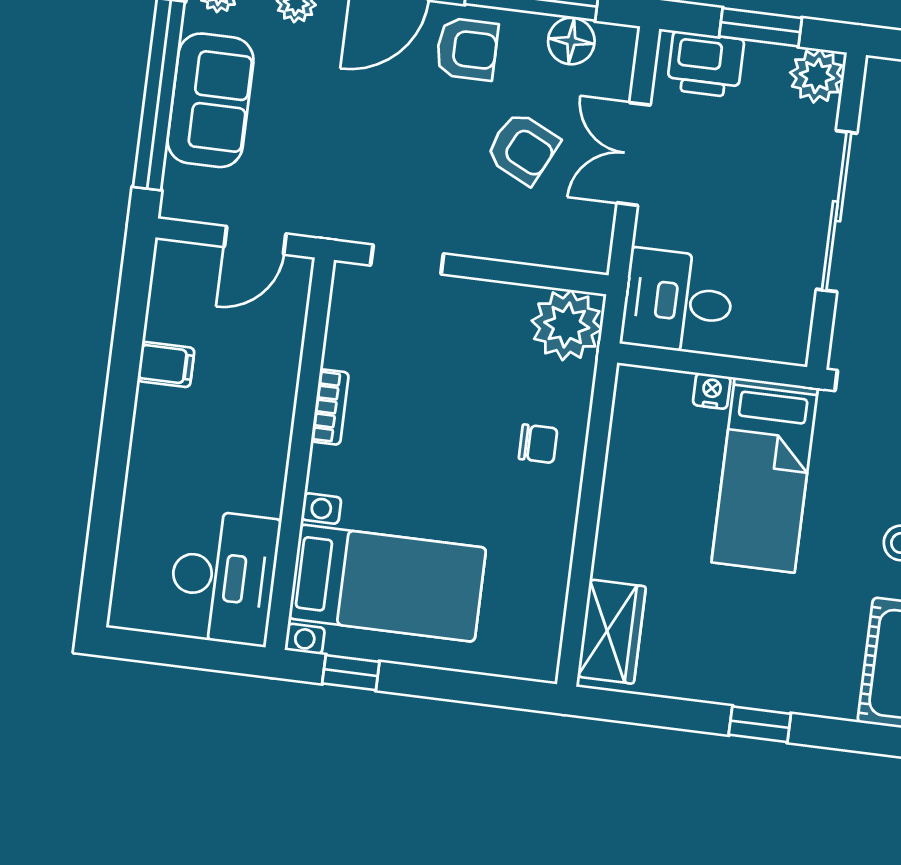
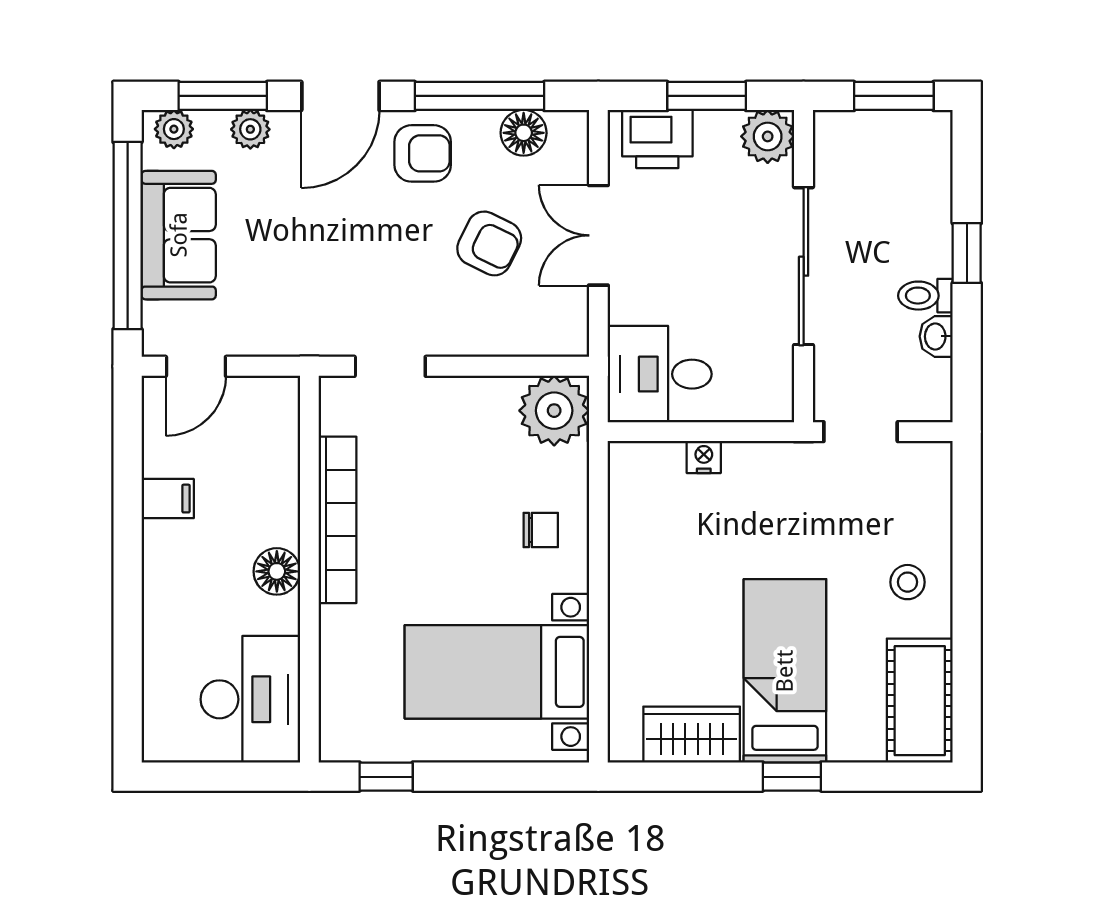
door: (255, 240) -> (196, 366), moved
bookcase: (330, 407) -> (338, 520), width x2.31, depth x1.31
floor lamp: (267, 452) -> (277, 571), added
bed: (765, 475) -> (785, 671), moved, turned 180
bed with nightstands: (387, 583) -> (497, 672), moved, turned 180
wardrobe: (612, 632) -> (692, 735), moved, turned -90

